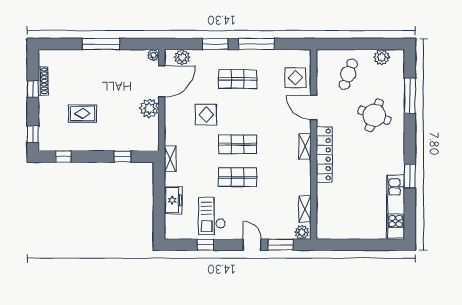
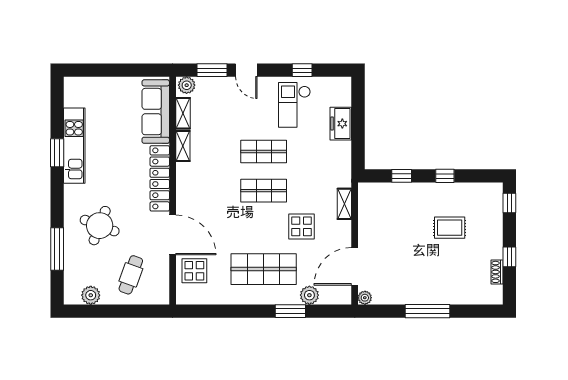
window: (257, 44) -> (241, 311), removed
plant: (182, 57) -> (309, 295), moved
shop shelf: (238, 79) -> (264, 269), width x1.43, depth x1.36
shoe rack: (43, 81) -> (497, 272), width x0.70
door: (314, 107) -> (173, 235), width x1.36
plant: (149, 108) -> (370, 234), removed
shelving: (305, 147) -> (183, 146), moved
window: (63, 157) -> (445, 176), moved
shelving: (170, 159) -> (344, 204), moved
kitchen unit: (396, 207) -> (74, 146), moved
sofa: (328, 210) -> (156, 112), added
checkout: (212, 216) -> (294, 105), turned 180

